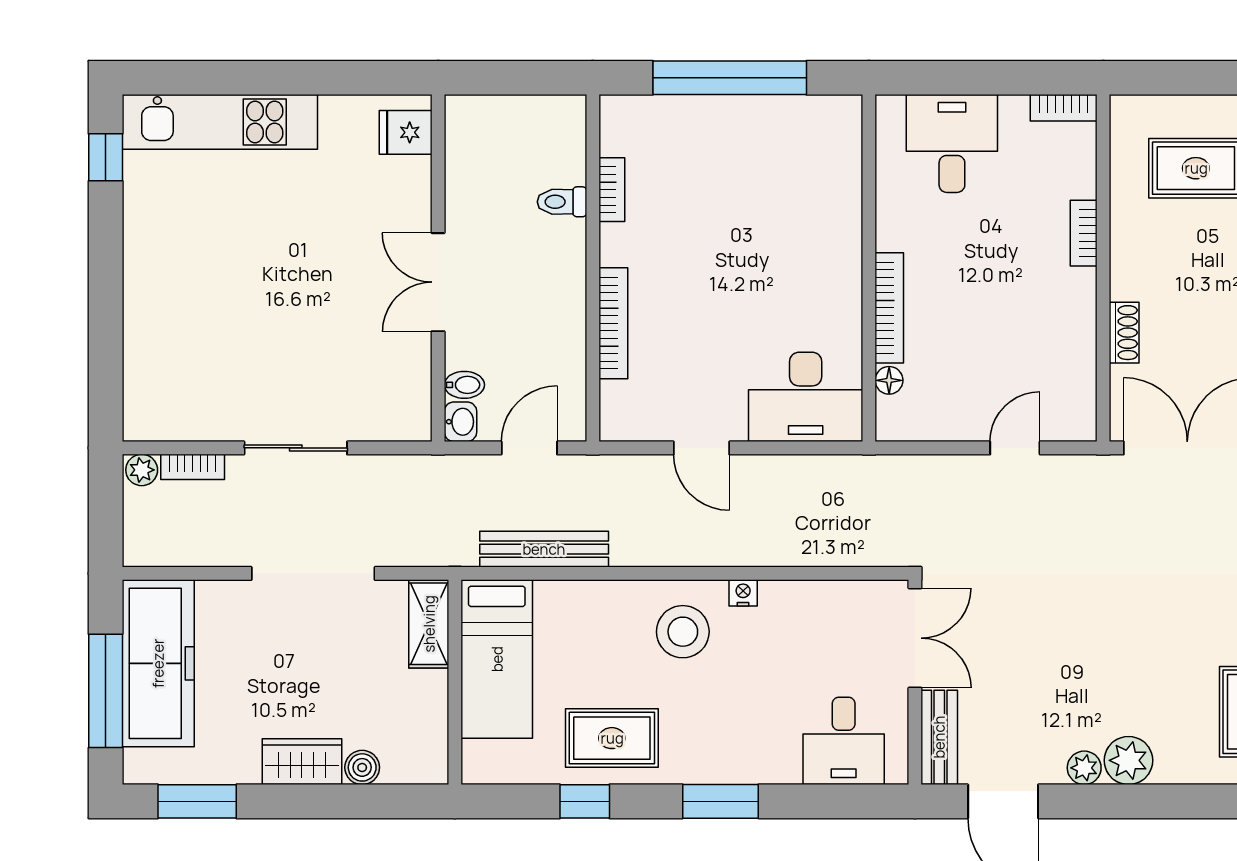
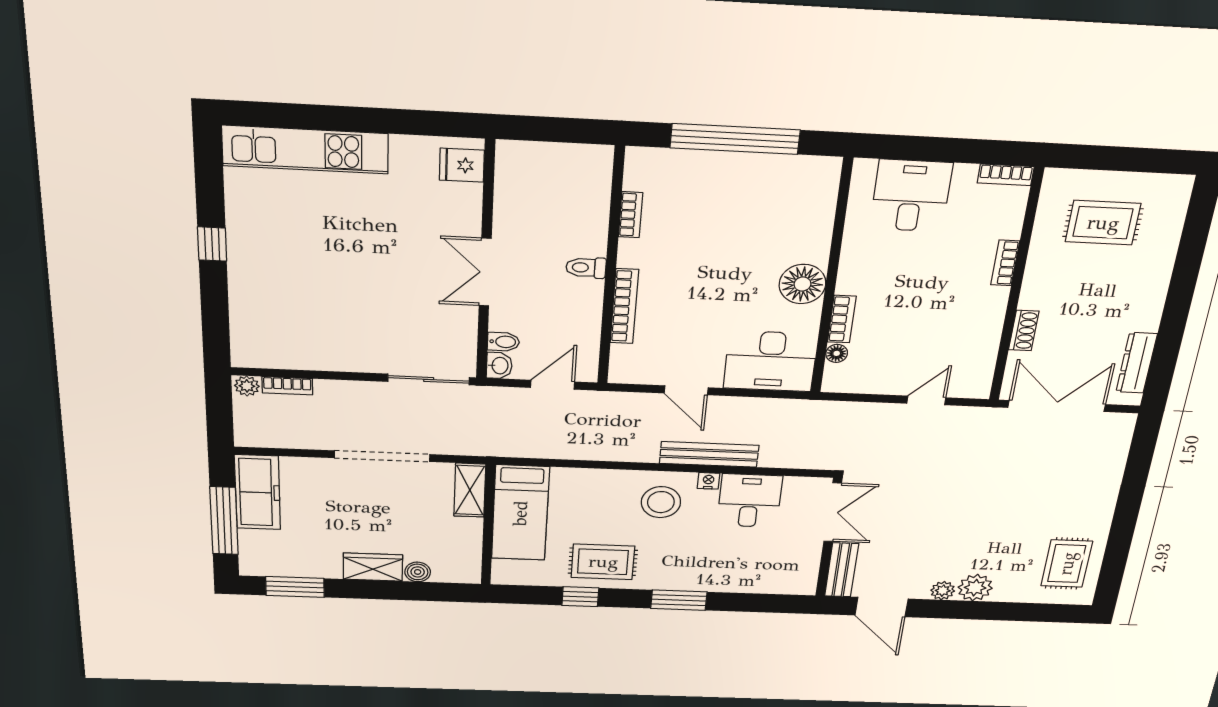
window: (106, 157) -> (212, 244), moved
toilet: (562, 202) -> (586, 268), moved
floor lamp: (833, 278) -> (802, 284), added
bookcase: (889, 308) -> (842, 319), width x0.64
sliding door: (296, 448) -> (429, 379), moved
bench: (544, 549) -> (709, 454), moved
freezer: (158, 663) -> (257, 492), width x0.73, depth x0.79
desk: (844, 741) -> (750, 501), moved, turned 180

